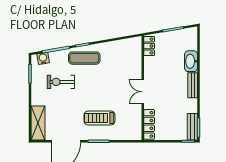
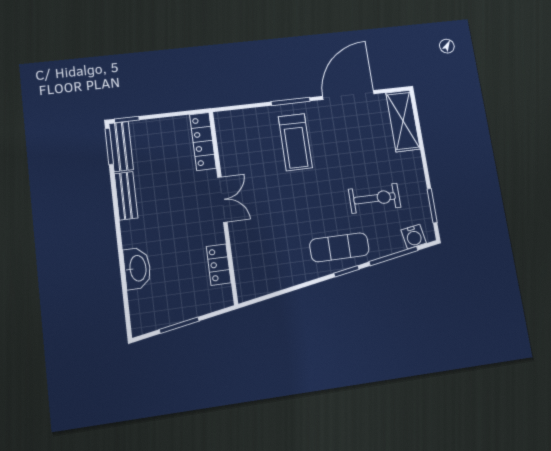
locker: (149, 46) -> (219, 265), moved
bench: (193, 85) -> (126, 196), moved
treadmill: (99, 118) -> (295, 142), turned 90

